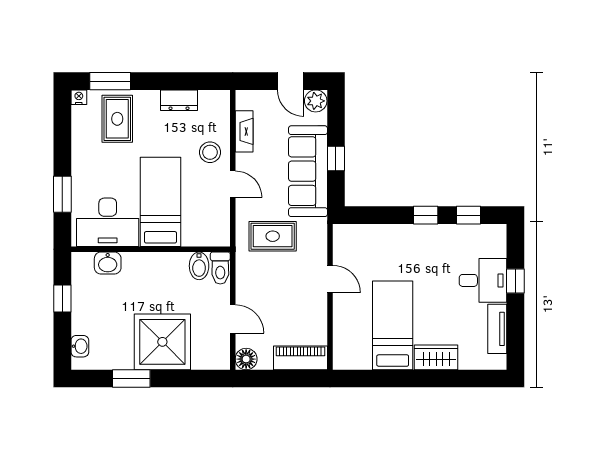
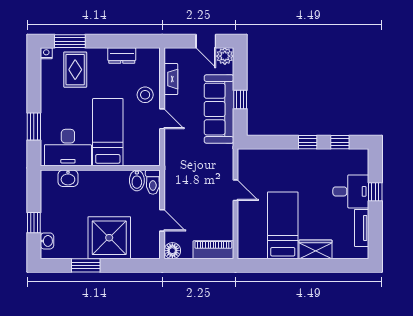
rug: (273, 236) -> (192, 158), removed
window: (62, 298) -> (34, 223), moved

